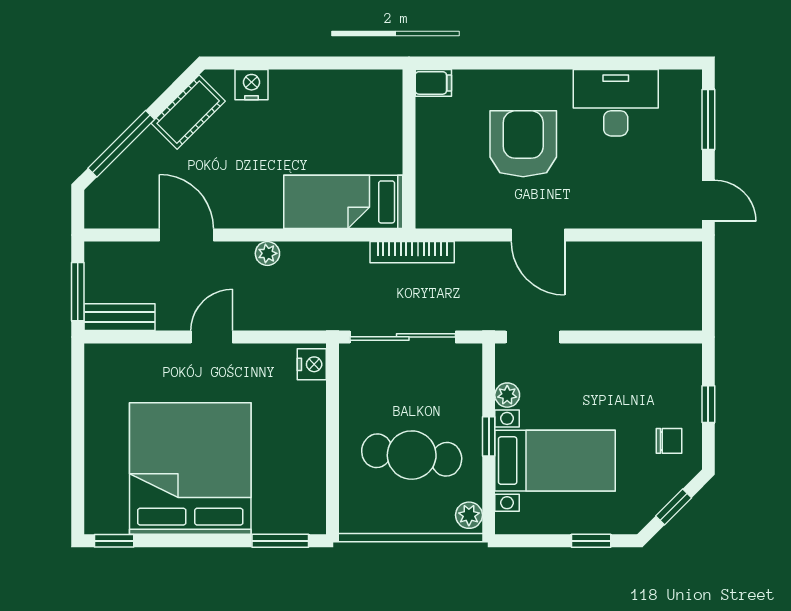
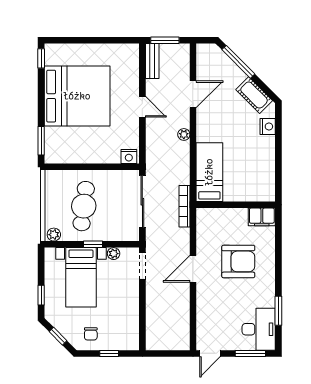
window: (622, 63) -> (278, 311), added
filing cabinet: (433, 83) -> (262, 217), width x2.00
desk: (616, 103) -> (259, 329), moved

